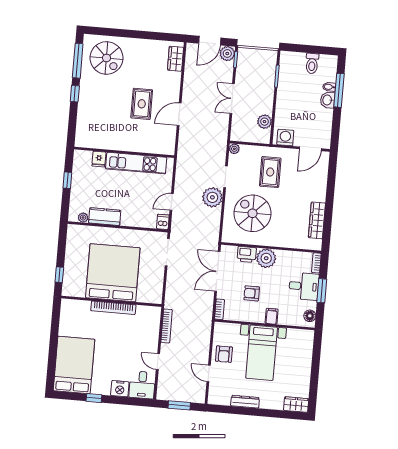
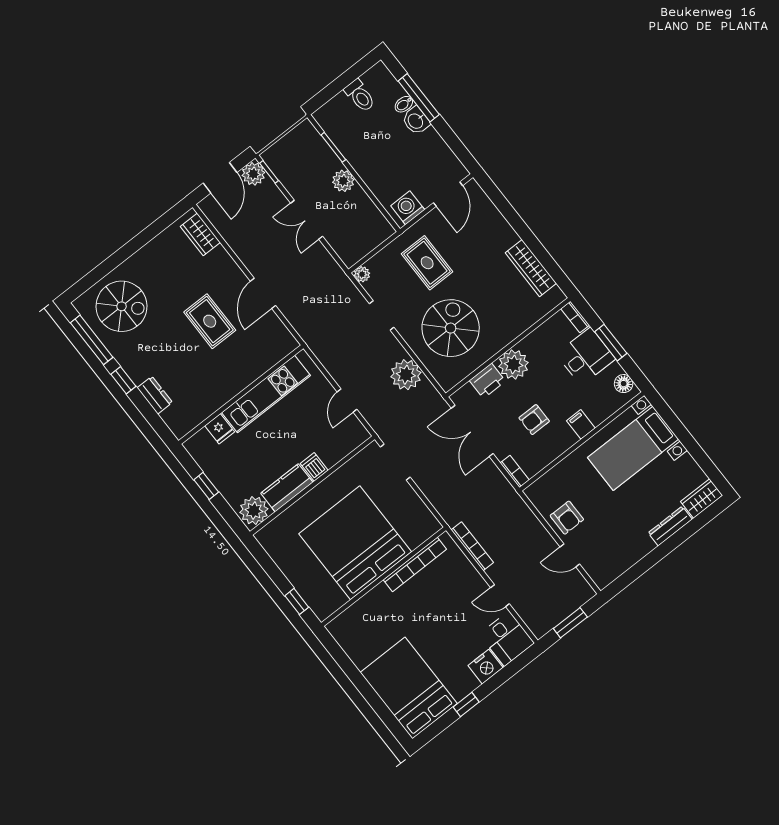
dresser: (83, 115) -> (155, 395), added
plant: (264, 122) -> (343, 181), moved
plant: (212, 197) -> (406, 375), moved
spiral stairs: (253, 213) -> (451, 328), turned 90
plant: (83, 218) -> (254, 511), width x1.88, depth x1.88
dishwasher: (163, 222) -> (314, 467), moved
bookcase: (113, 308) -> (415, 564), moved
bed with nightstands: (262, 353) -> (633, 448), moved, turned 90
dresser: (245, 402) -> (670, 526), moved

